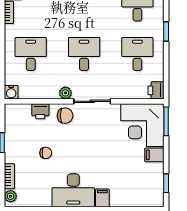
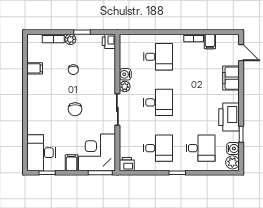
water cooler: (11, 92) -> (125, 74), moved
printer: (40, 111) -> (109, 41), moved
chair: (65, 116) -> (75, 109), moved
desk: (73, 190) -> (41, 153), moved
plant: (11, 196) -> (70, 39), moved
filing cabinet: (102, 198) -> (35, 68), moved

